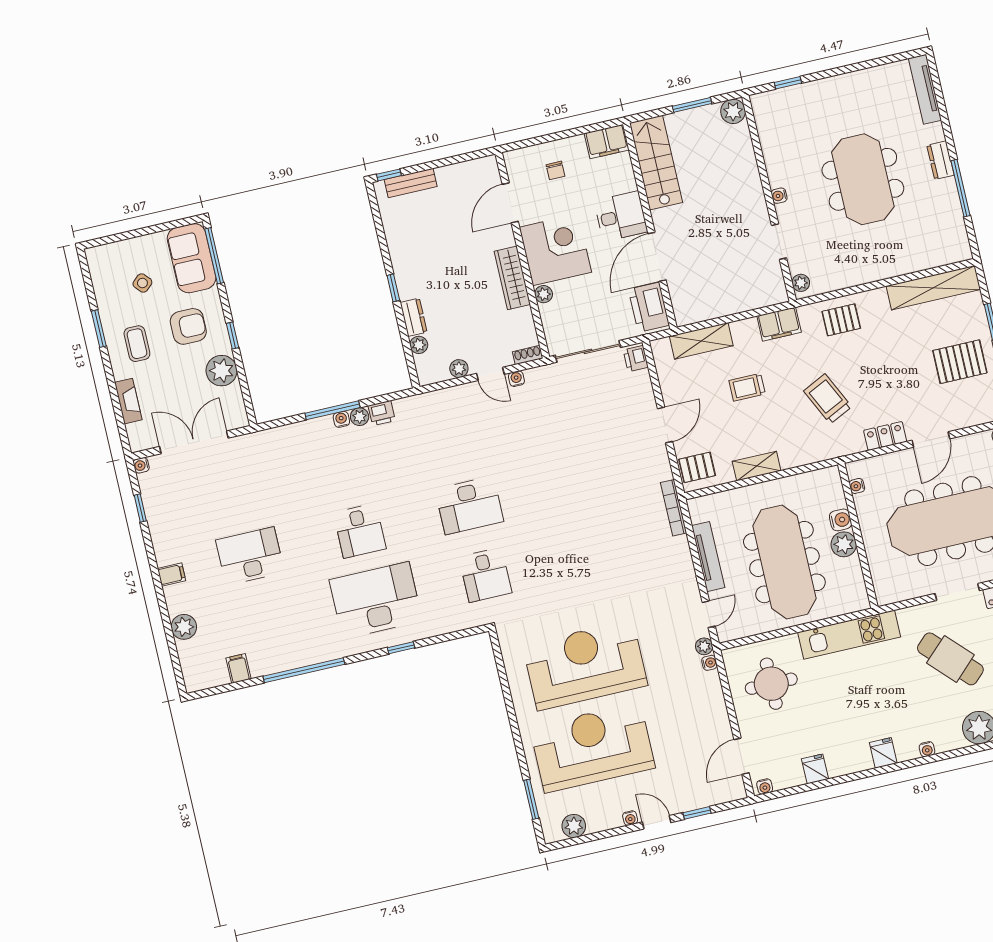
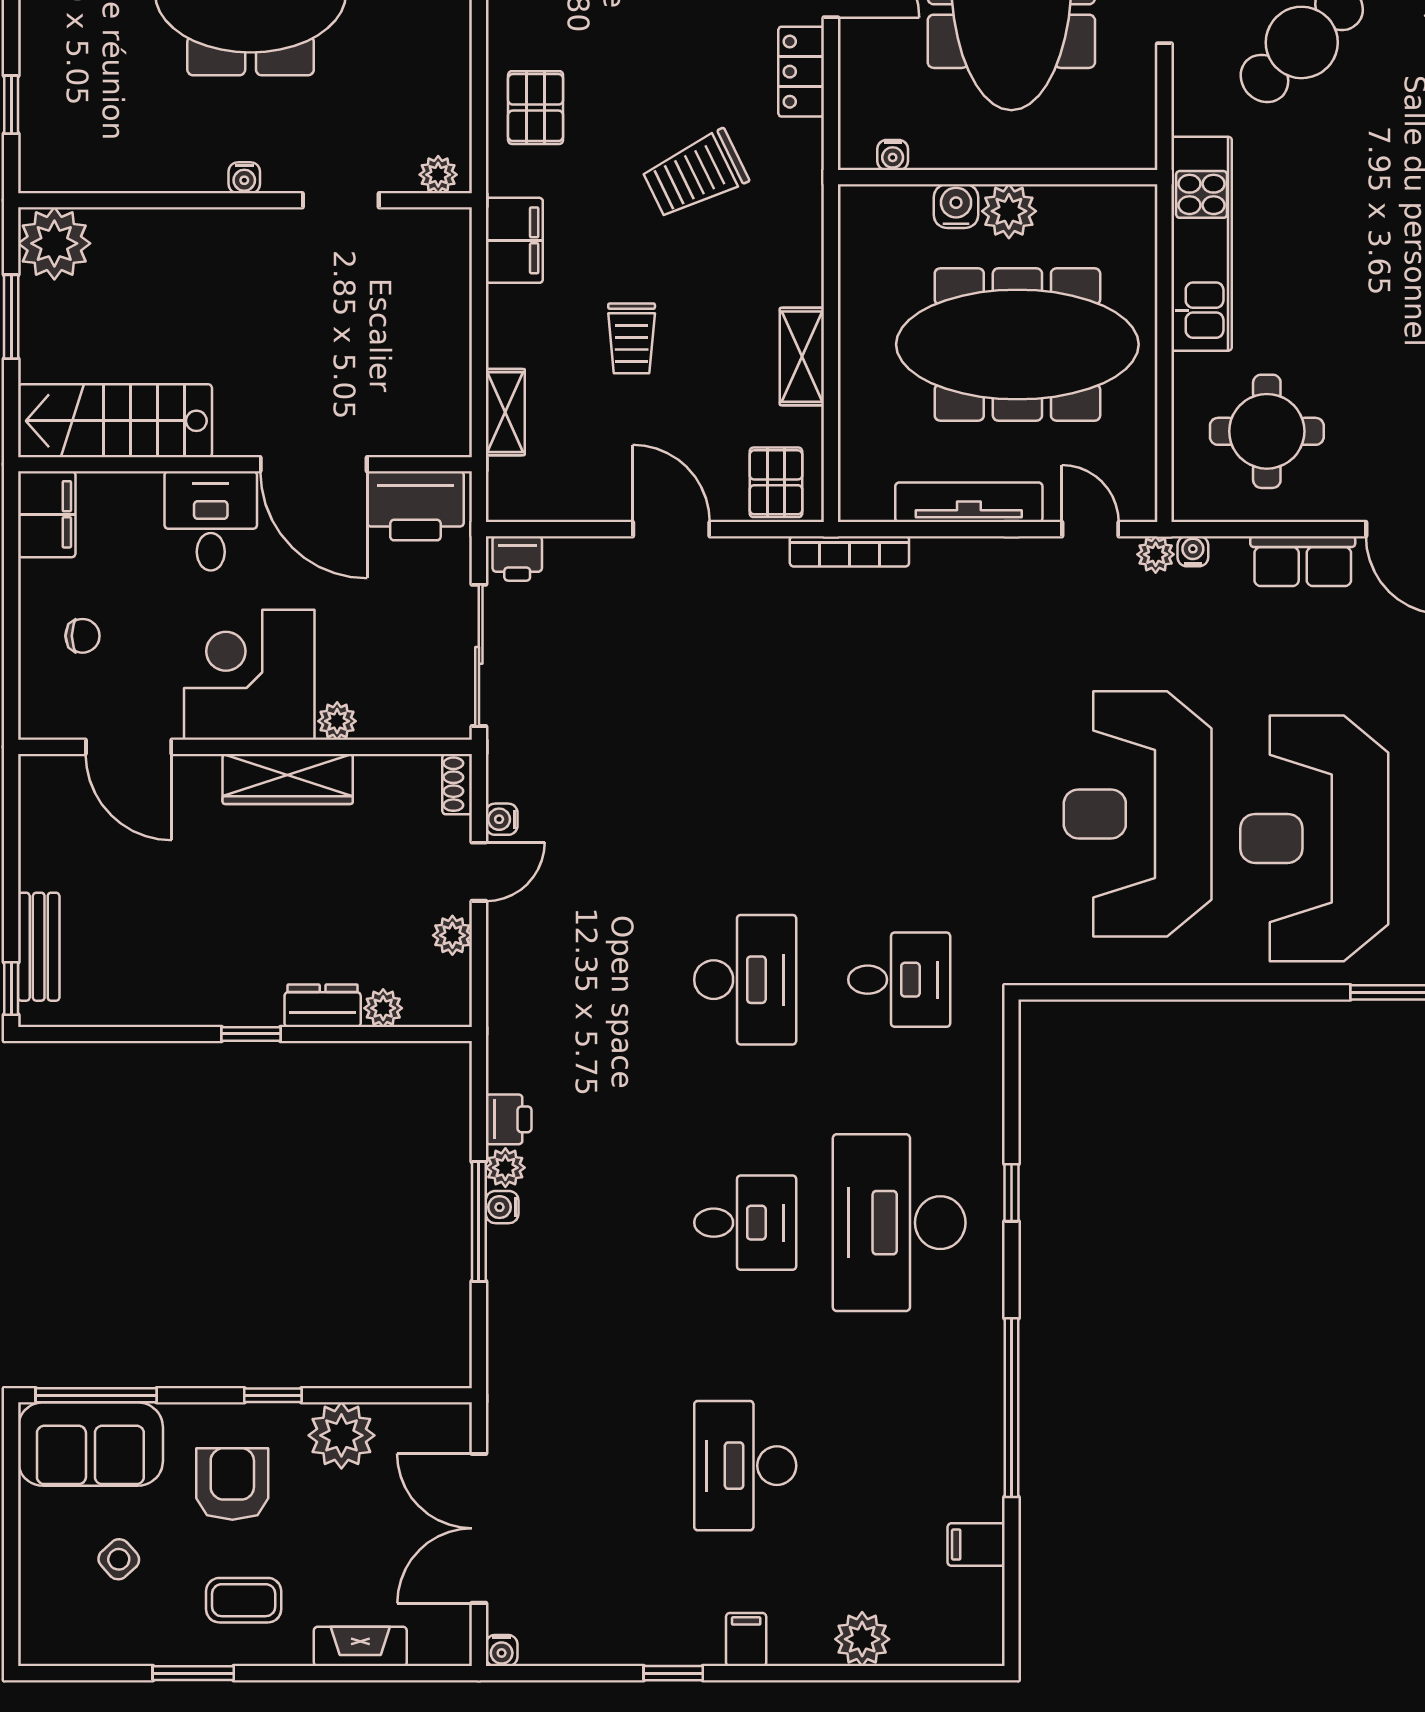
plant: (733, 111) -> (54, 243), width x1.36, depth x1.36
shelving: (701, 341) -> (505, 412), width x0.67, depth x0.75
window: (140, 508) -> (673, 1673), moved
row of seats: (716, 713) -> (1303, 561), added

